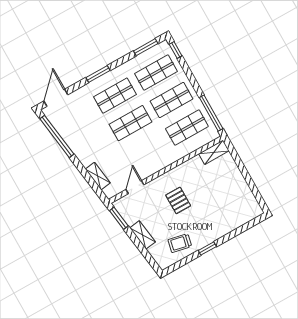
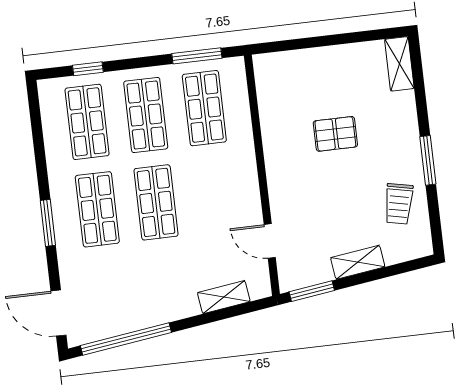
window: (146, 47) -> (36, 121), removed
window: (176, 50) -> (88, 69), moved
window: (211, 113) -> (197, 56), width x0.69
shelving: (214, 152) -> (399, 64), moved
pallet: (178, 200) -> (335, 134), moved
window: (207, 249) -> (428, 160), width x1.50

